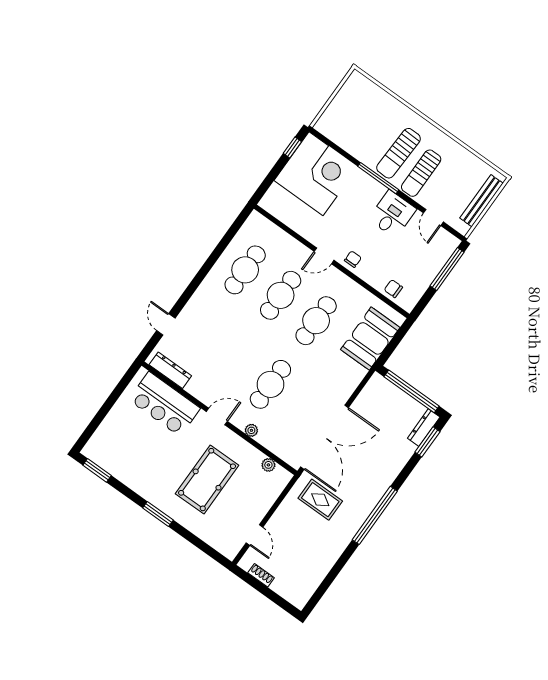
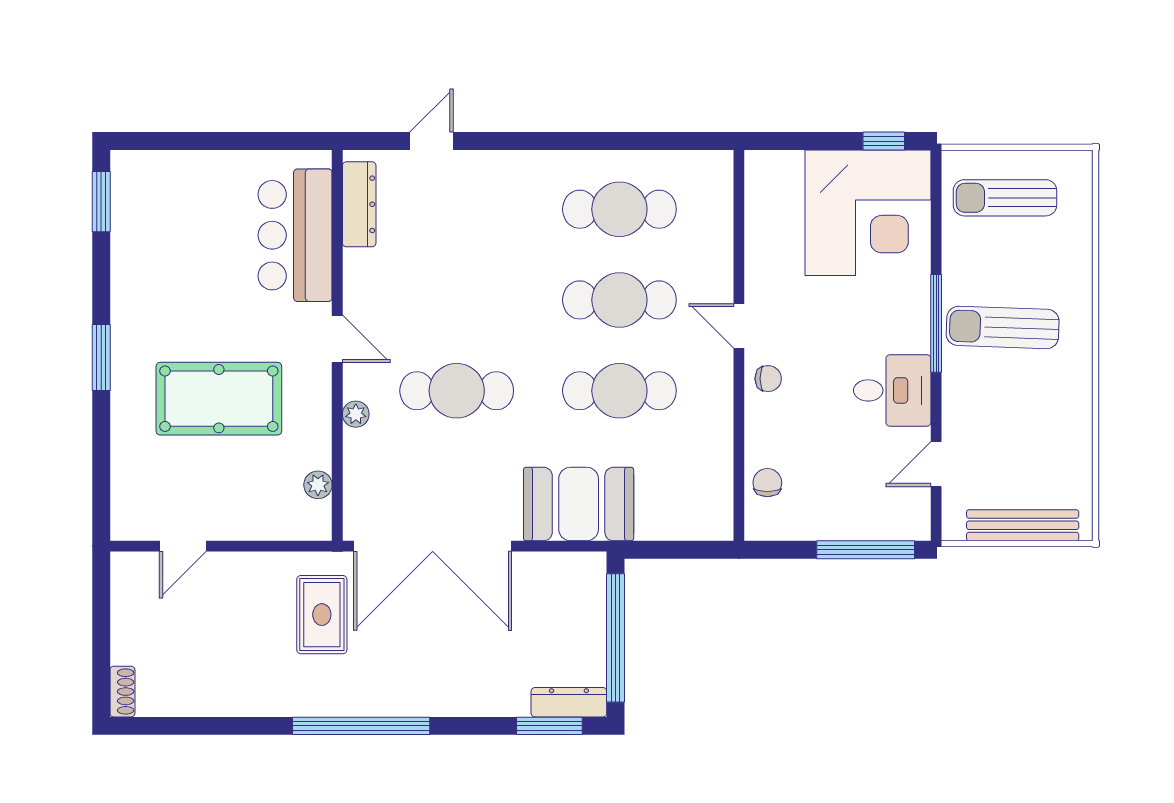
sun lounger: (421, 173) -> (1005, 198), moved
booth: (370, 338) -> (579, 504), moved
shoe rack: (261, 575) -> (122, 692), moved

